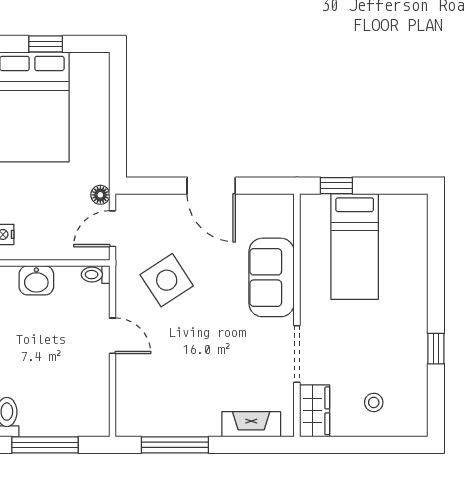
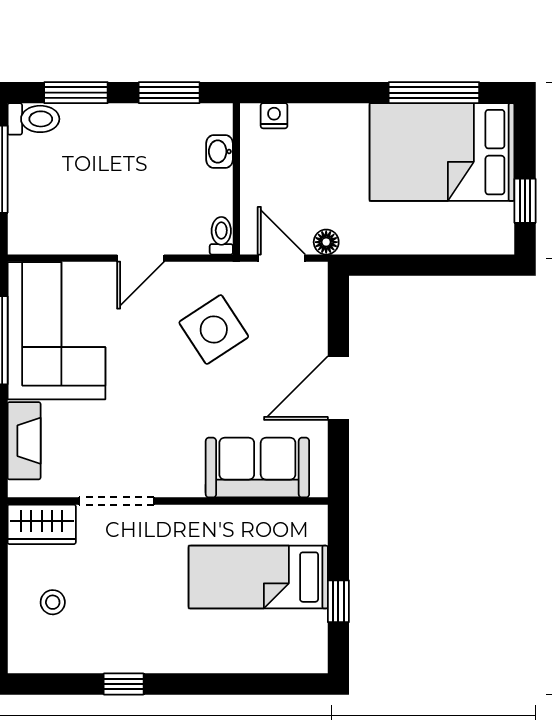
window: (46, 44) -> (525, 201), moved
window: (336, 186) -> (338, 601), moved
sofa: (272, 277) -> (257, 468), moved
washbasin: (36, 280) -> (220, 151), width x0.72, depth x0.69
corner sofa: (168, 400) -> (56, 331), added

